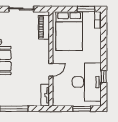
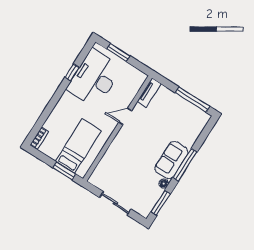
window: (86, 9) -> (64, 171), moved
piano: (44, 27) -> (103, 168), removed
bed: (69, 31) -> (78, 146), width x0.67

